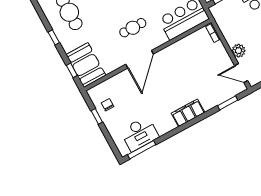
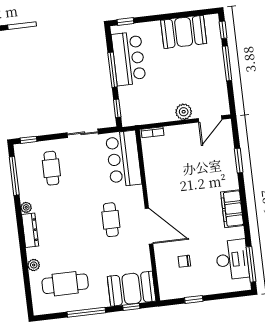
window: (54, 37) -> (86, 312), width x2.17
window: (228, 103) -> (239, 161), moved
chair: (108, 105) -> (184, 261), moved
filing cabinet: (188, 113) -> (232, 209), moved

